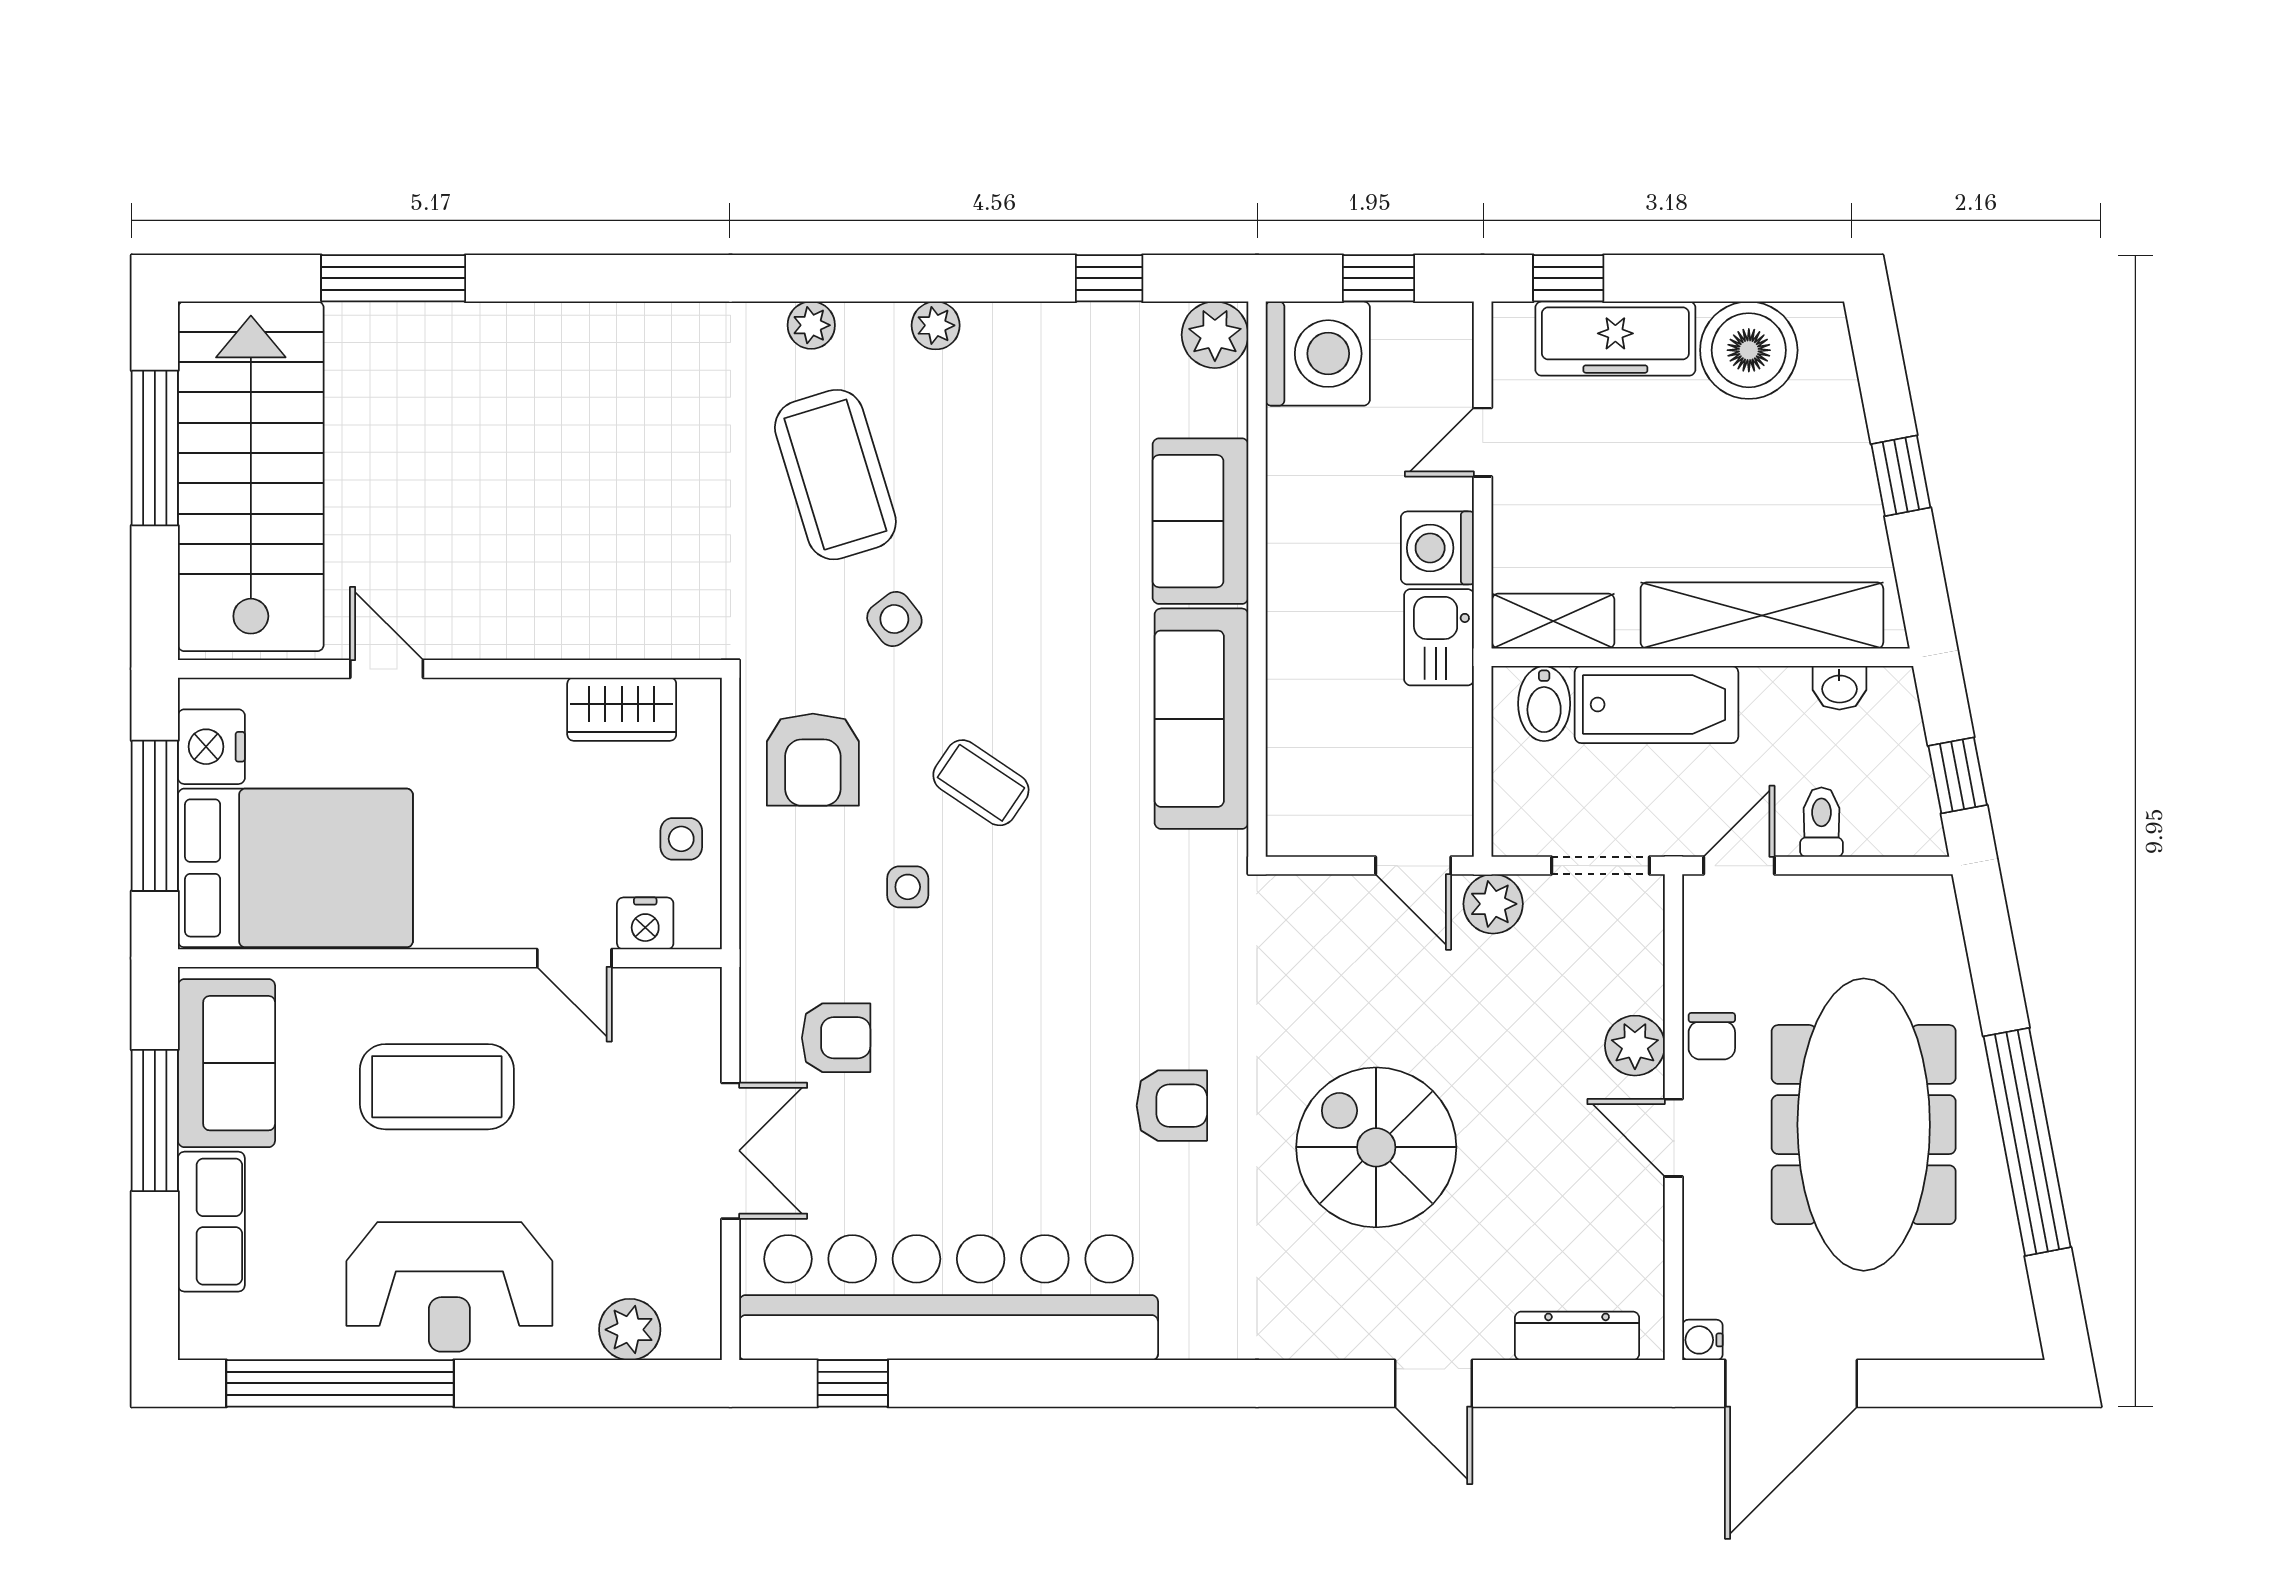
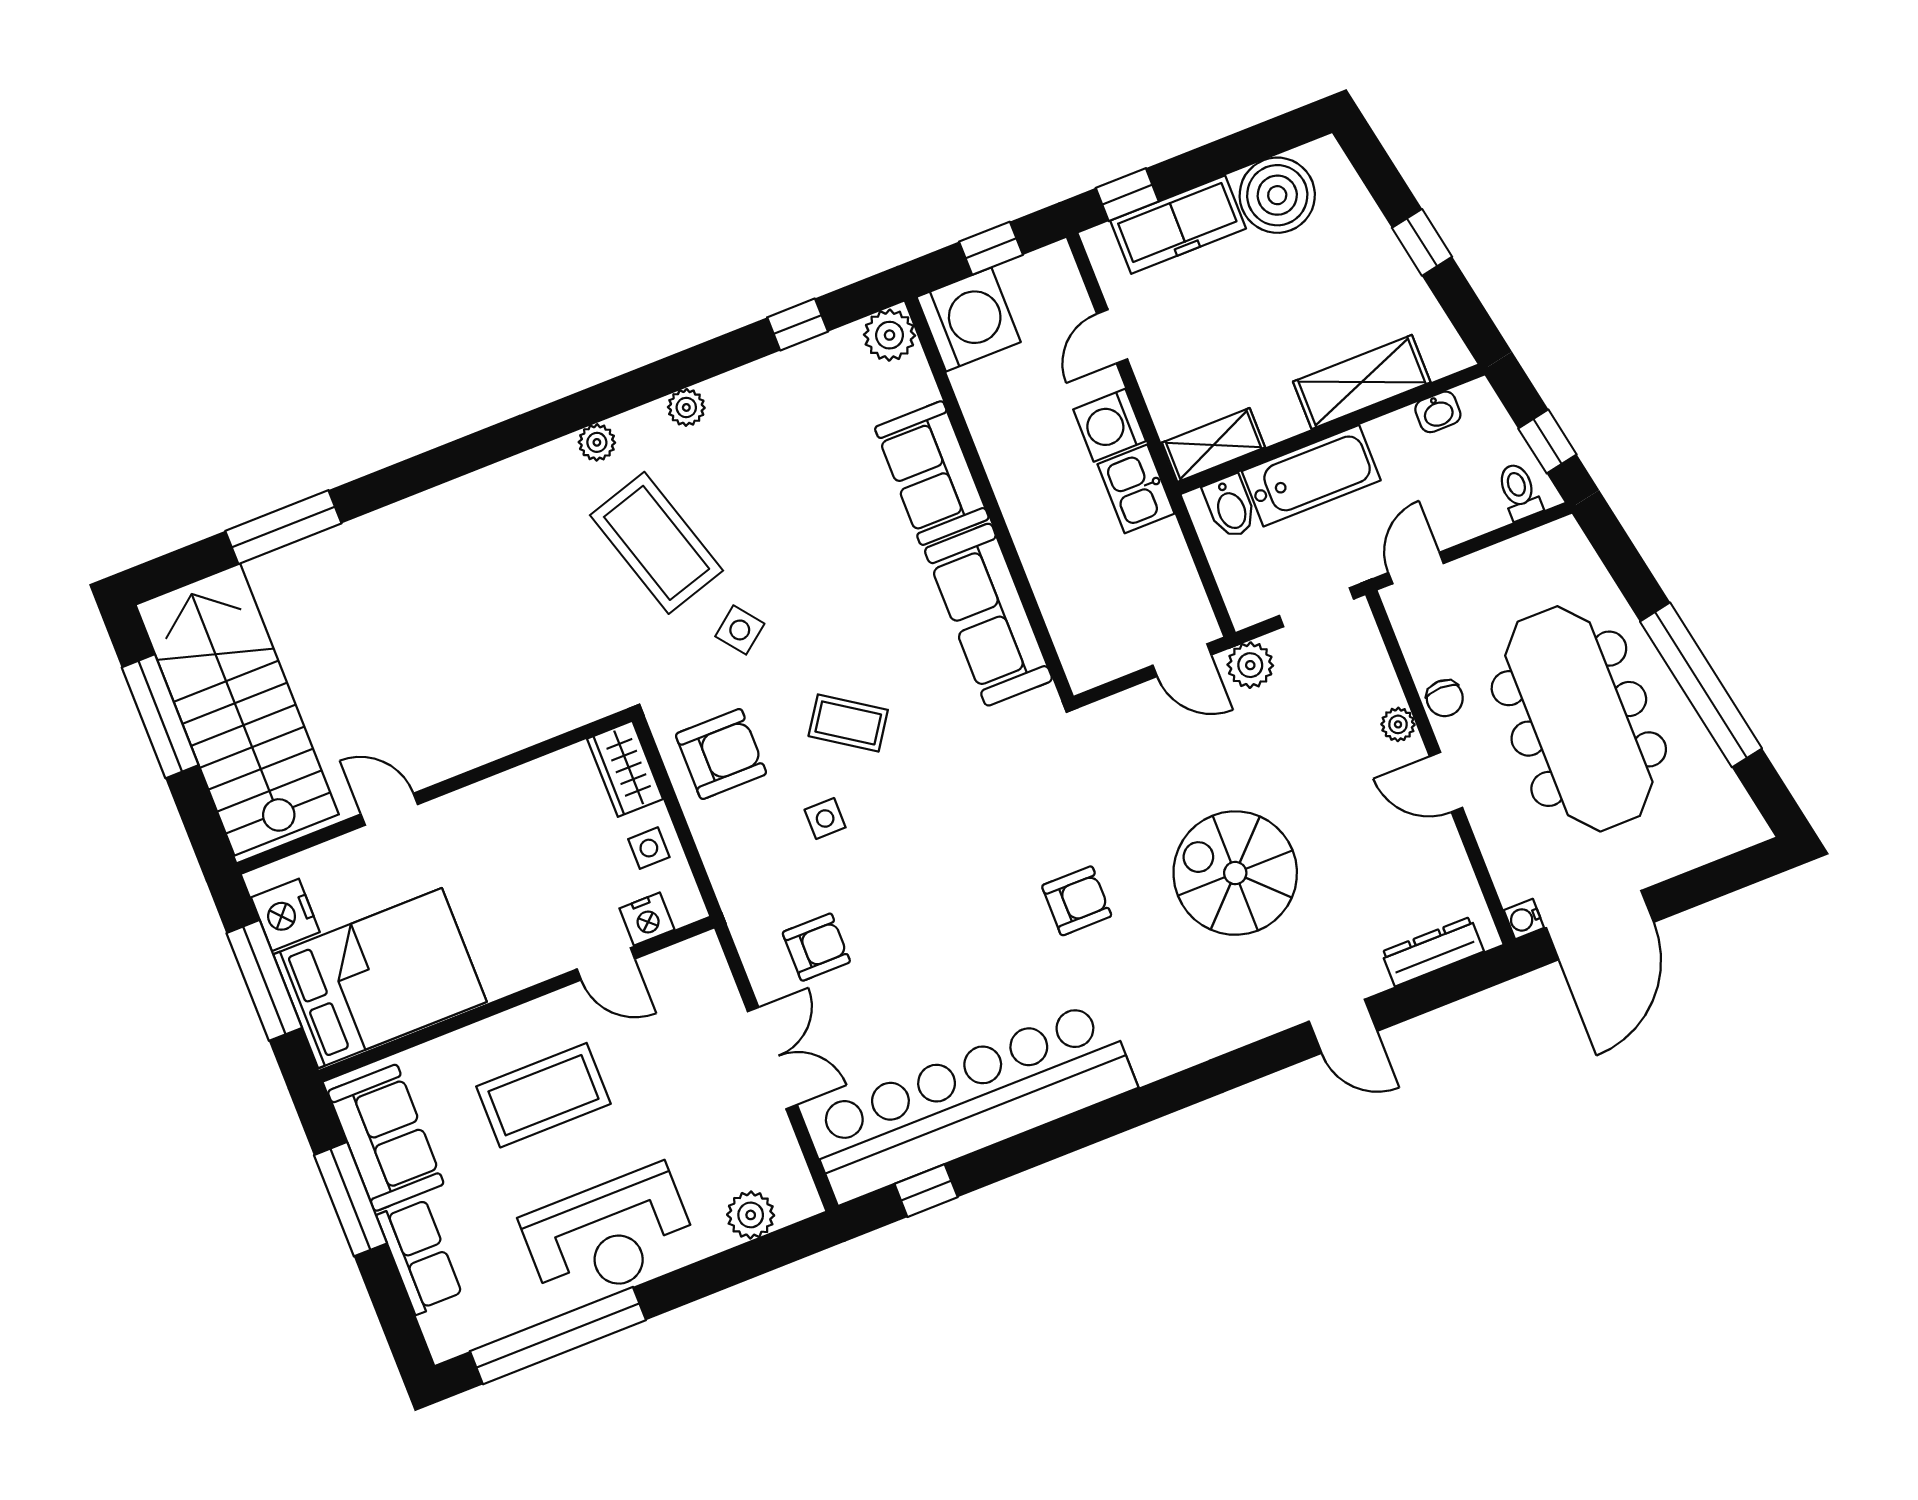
shelving: (1762, 615) -> (1362, 382), width x0.68
wardrobe: (622, 709) -> (625, 769), moved, turned 90
armchair: (813, 760) -> (721, 754), turned -90
toilet: (1821, 822) -> (1519, 491), moved
plant: (1635, 1046) -> (1398, 724), width x0.73, depth x0.73

